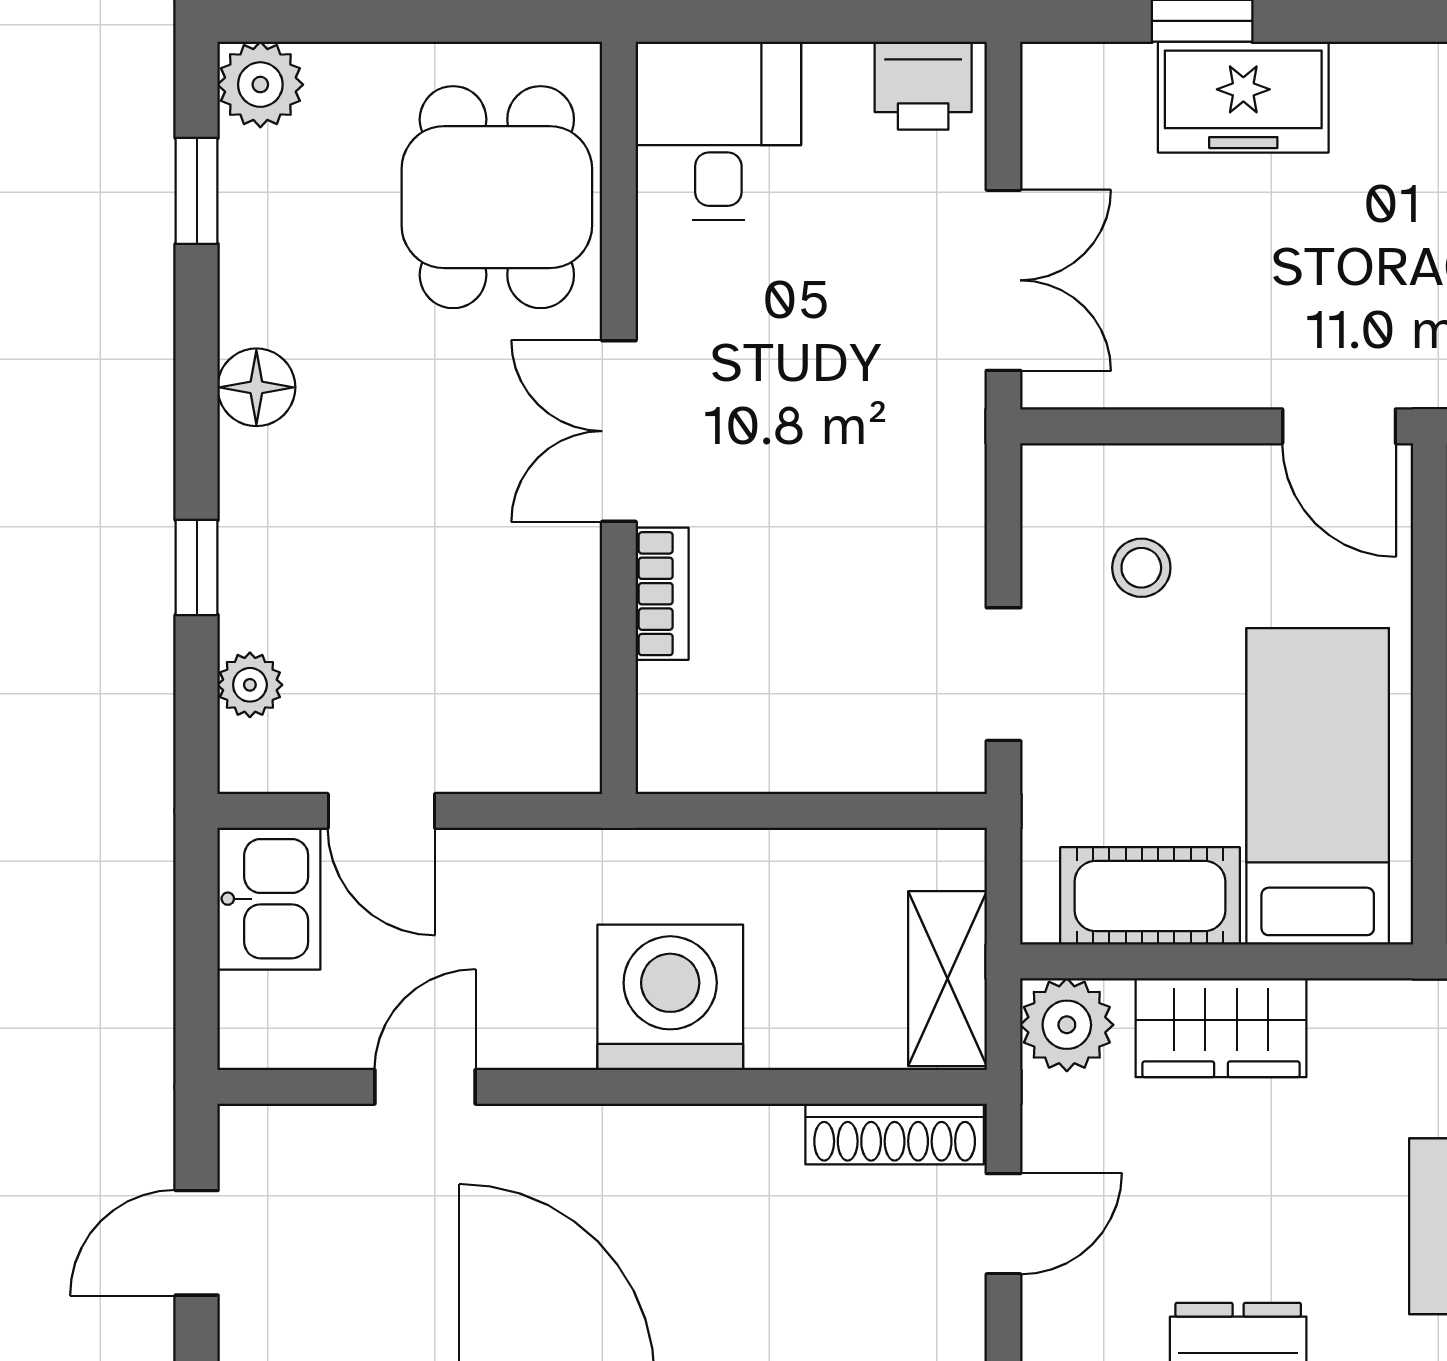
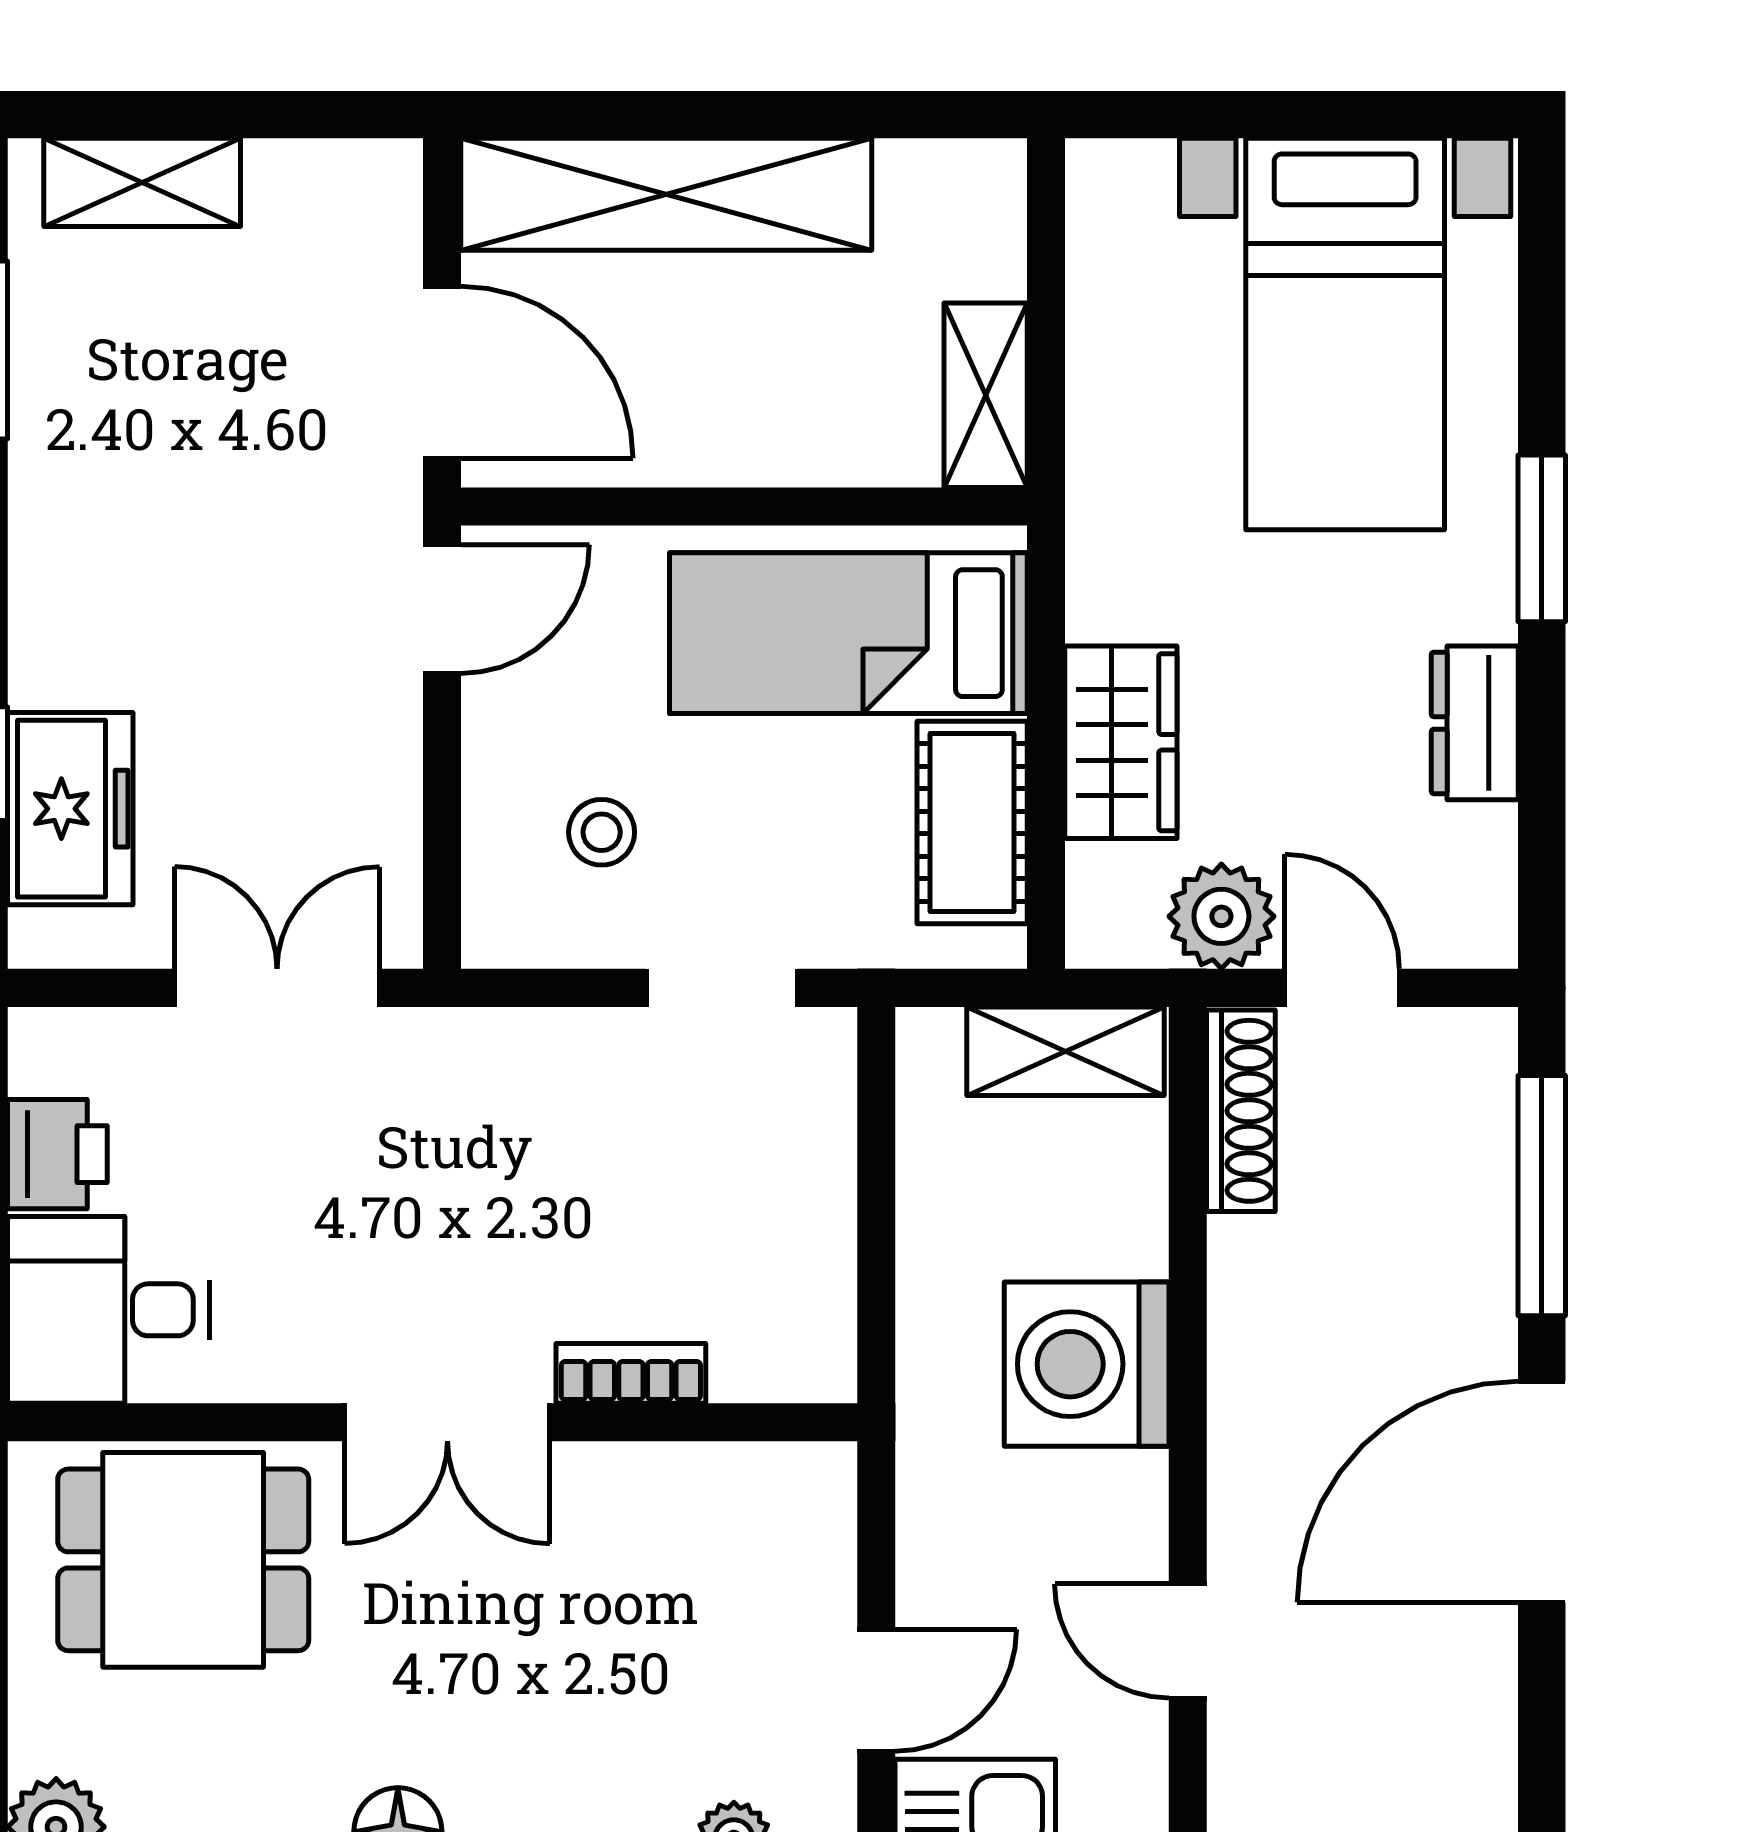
printer: (923, 86) -> (57, 1154), moved
freezer: (1243, 97) -> (70, 809), moved
plant: (1067, 1025) -> (1221, 916), moved

